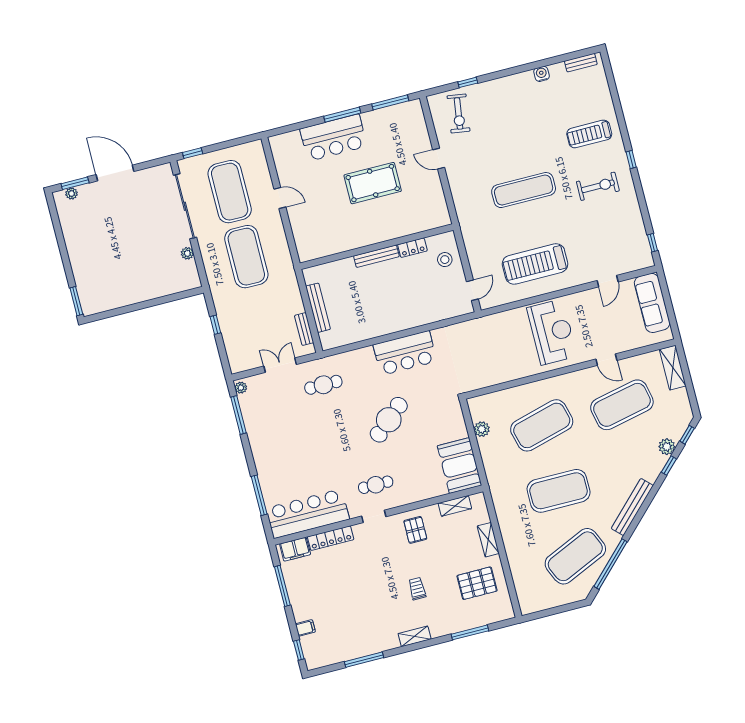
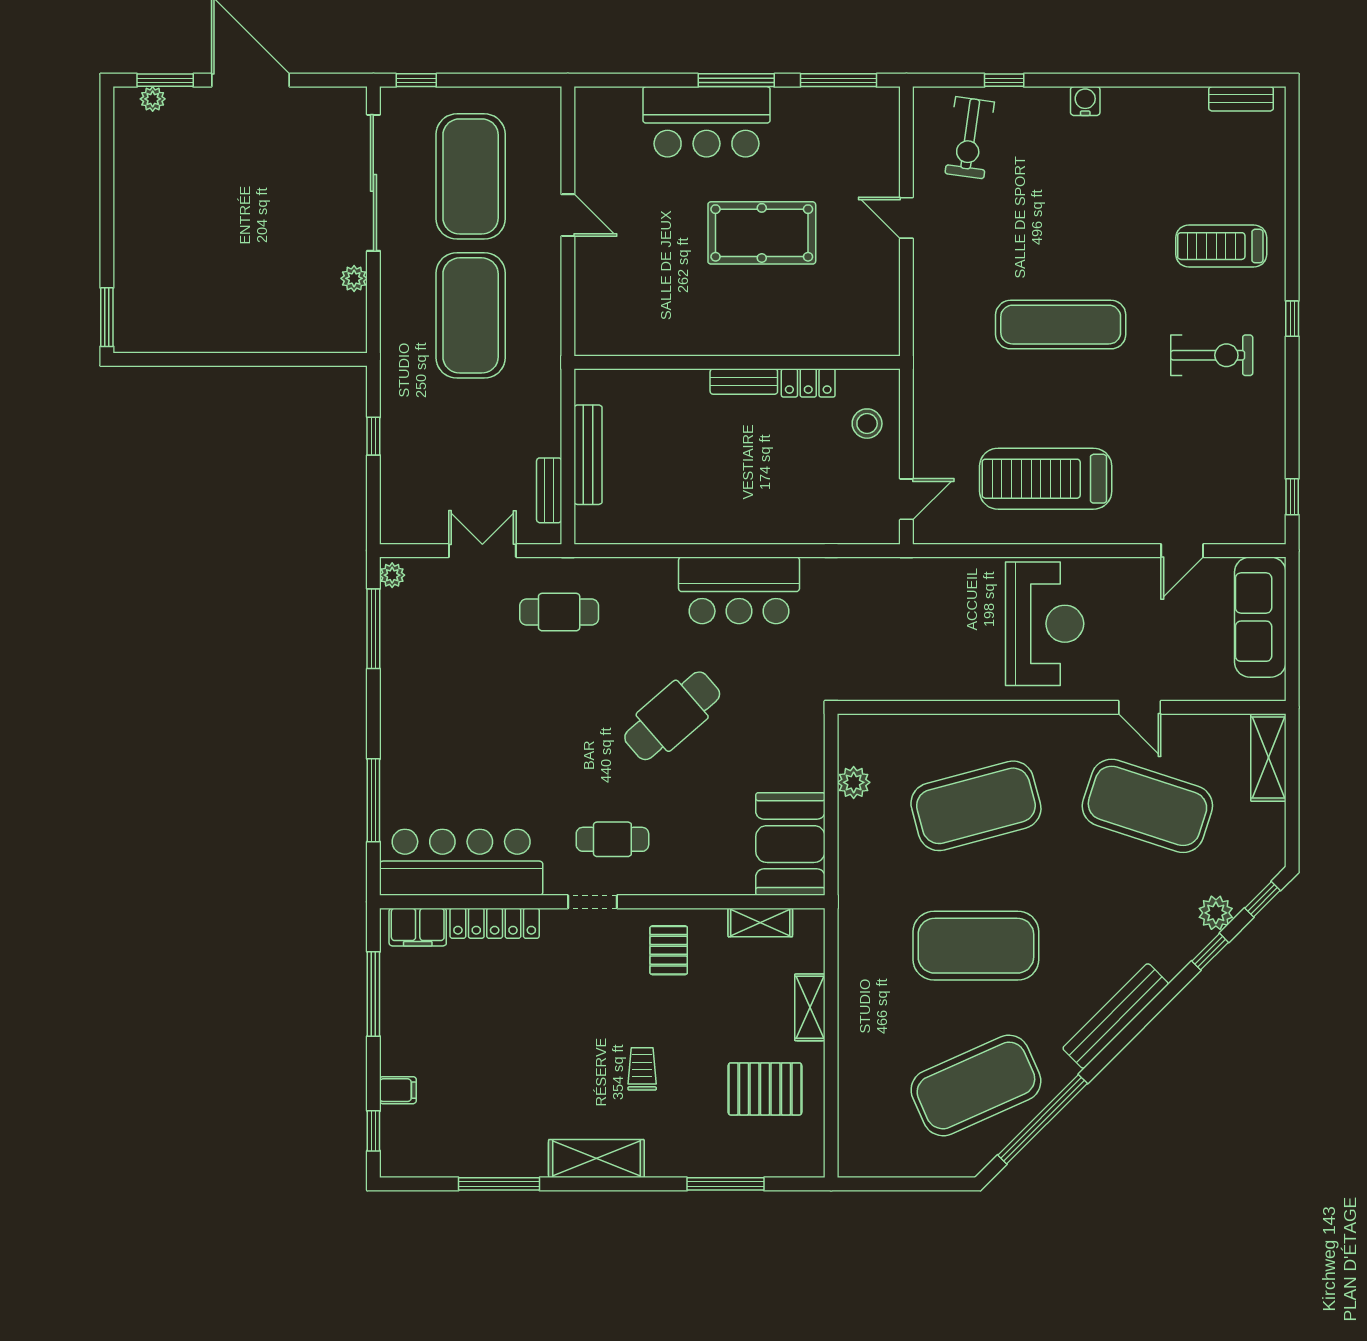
water cooler: (542, 74) -> (1085, 101), moved
bench: (376, 256) -> (744, 382), width x0.73
exercise mat: (622, 405) -> (1147, 806), turned 30
shelving: (415, 636) -> (596, 1159), width x1.50, depth x1.33

